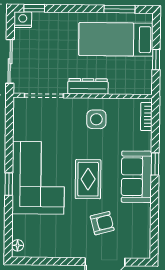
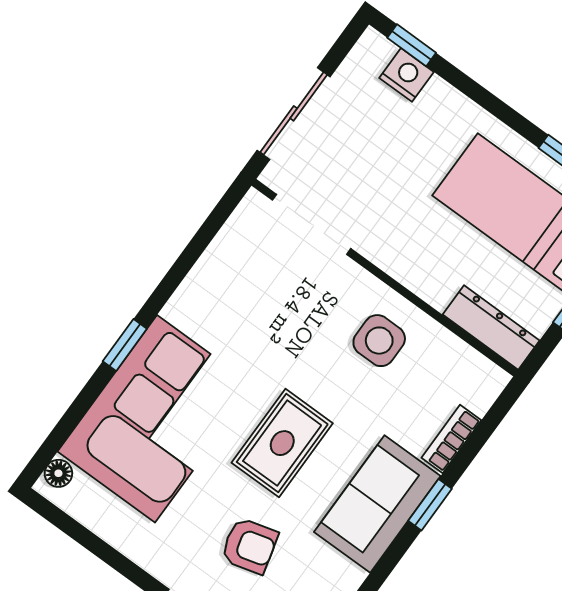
nightstand: (23, 20) -> (406, 75), moved
dresser: (88, 86) -> (491, 327), moved
bookcase: (146, 117) -> (451, 439), moved
corner sofa: (38, 178) -> (156, 419), moved

